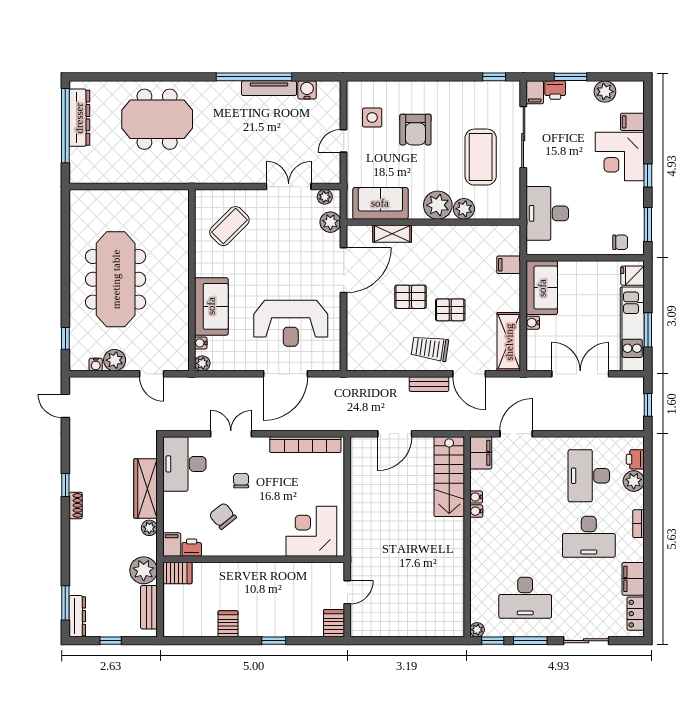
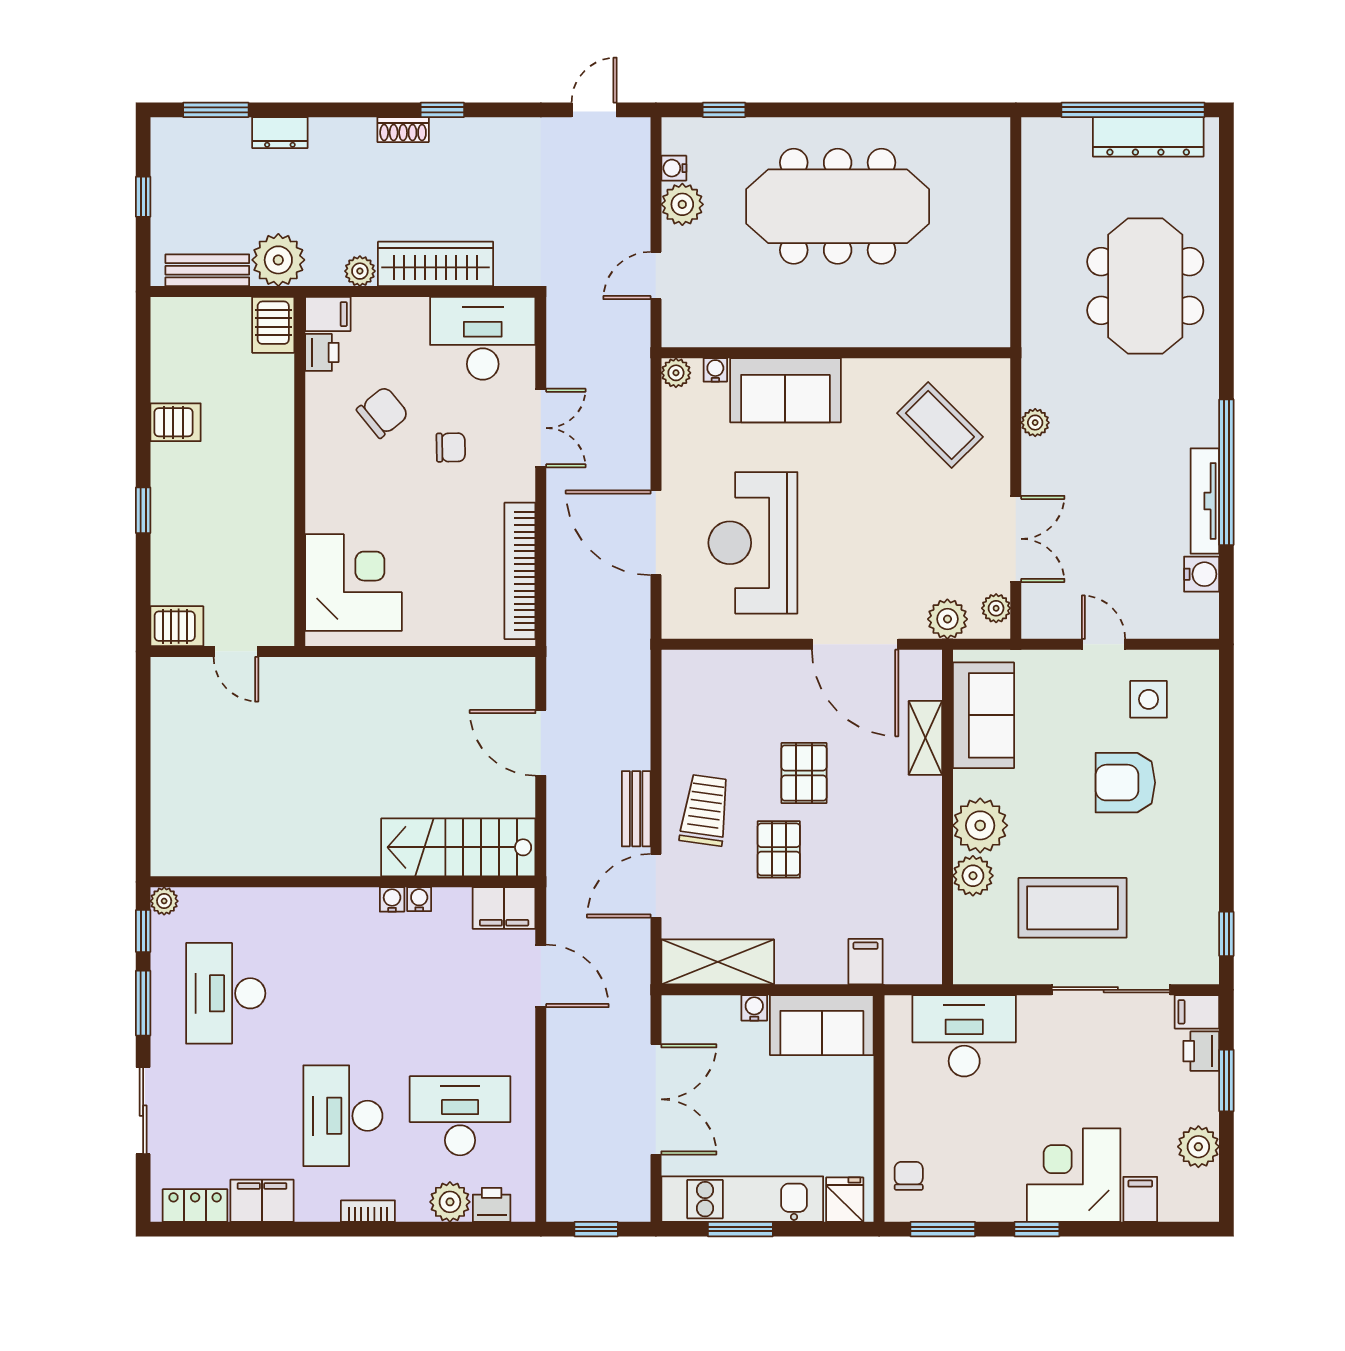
plant: (228, 176) -> (1035, 423), added
chair: (620, 242) -> (909, 1176), turned 180
dresser: (77, 616) -> (280, 133), moved, width x0.70

